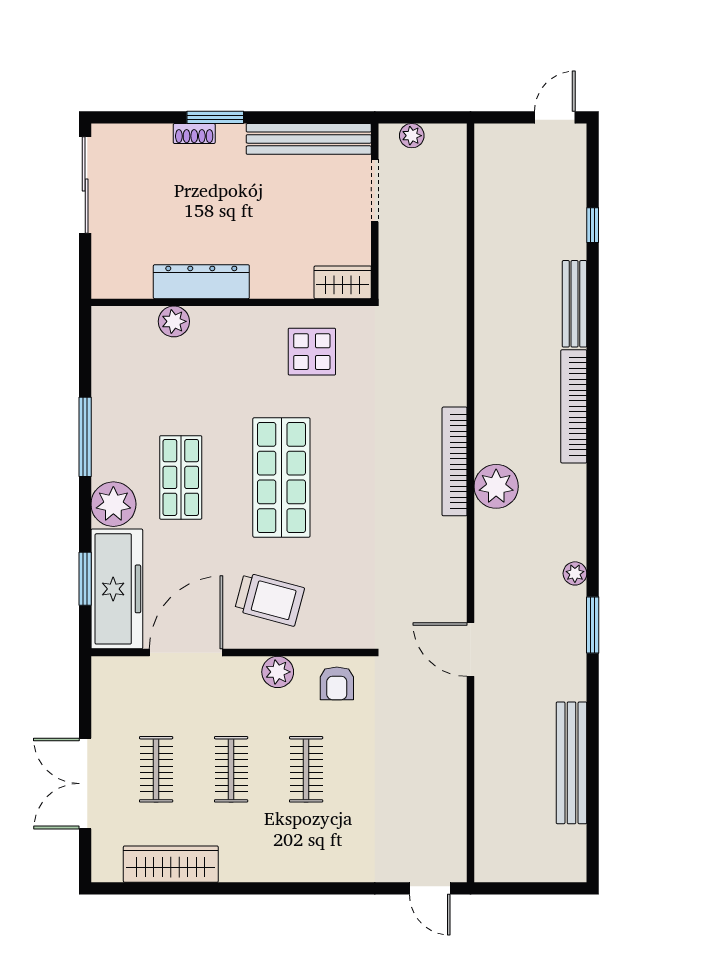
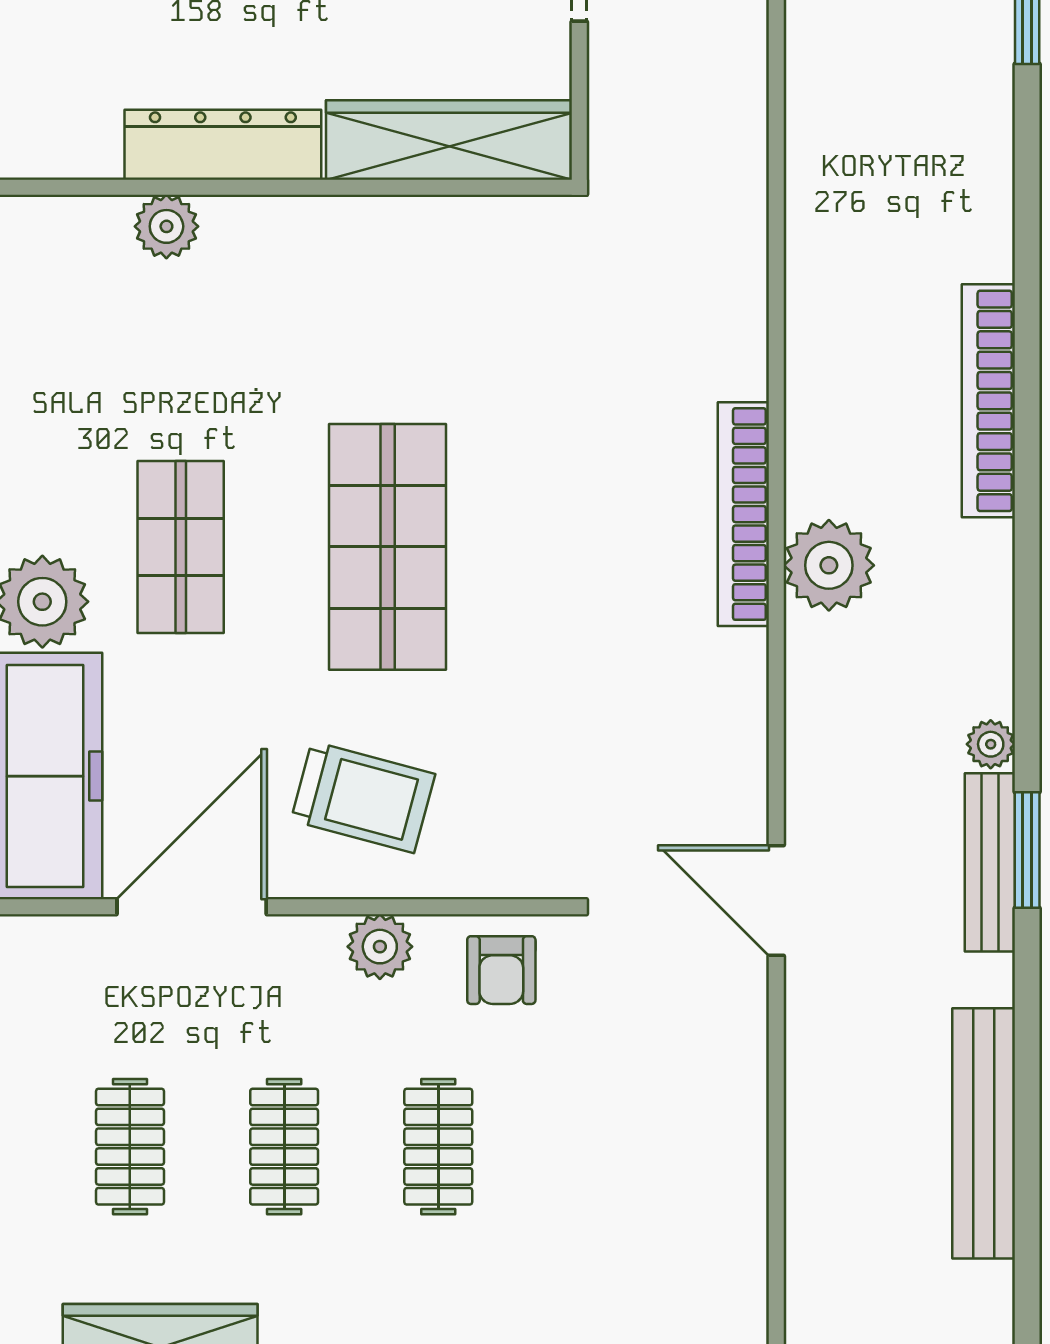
wardrobe: (343, 282) -> (449, 140), width x2.10, depth x1.17
bench: (575, 304) -> (990, 862), moved
display table: (312, 352) -> (450, 288), removed

